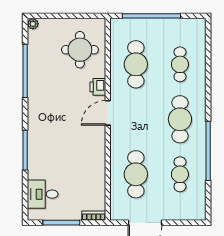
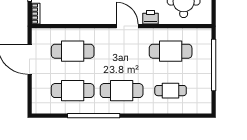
cafe table: (180, 174) -> (73, 91), width x1.37, depth x1.35

